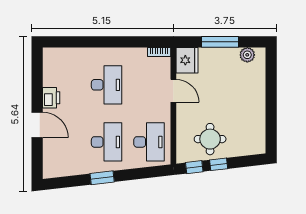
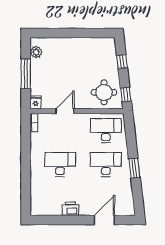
fridge: (187, 60) -> (36, 102), width x0.53, depth x0.75
door: (37, 125) -> (104, 220), moved
round table: (210, 139) -> (104, 92), moved
window: (219, 164) -> (122, 62), moved

